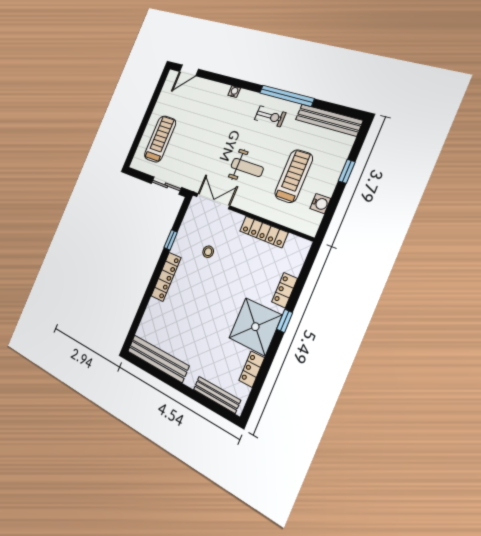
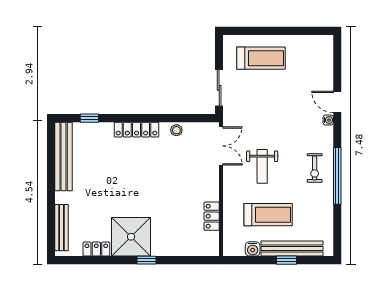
door: (189, 70) -> (337, 102), moved
bench: (329, 120) -> (292, 248), moved, turned 90
locker: (264, 232) -> (212, 216), width x0.66
window: (171, 240) -> (89, 118), moved
stool: (208, 252) -> (176, 130), moved
locker: (285, 290) -> (171, 249), removed

